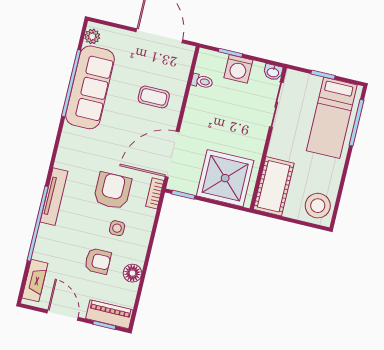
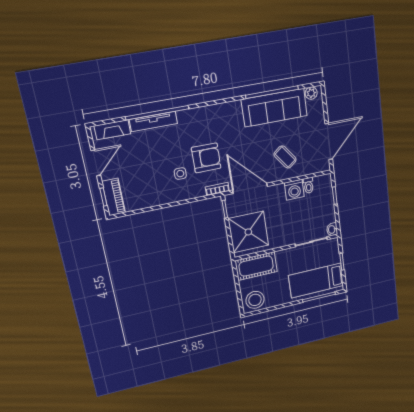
washing machine: (238, 69) -> (294, 190), moved, turned -90
coffee table: (154, 97) -> (285, 157), turned -37
tv unit: (54, 197) -> (153, 122), moved
armchair: (98, 261) -> (149, 171), removed
floor lamp: (132, 273) -> (152, 200), removed

